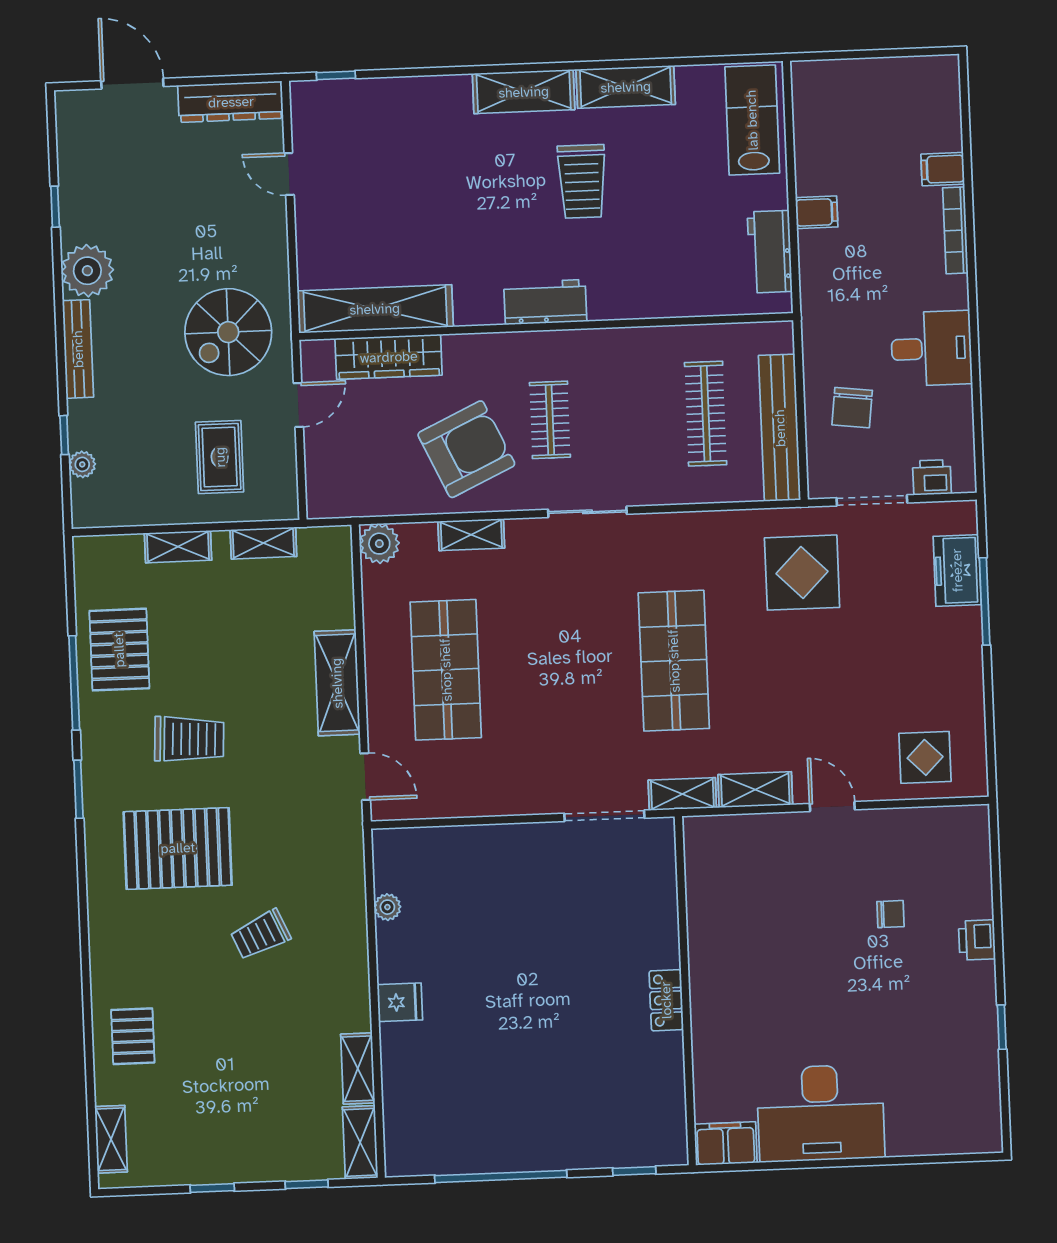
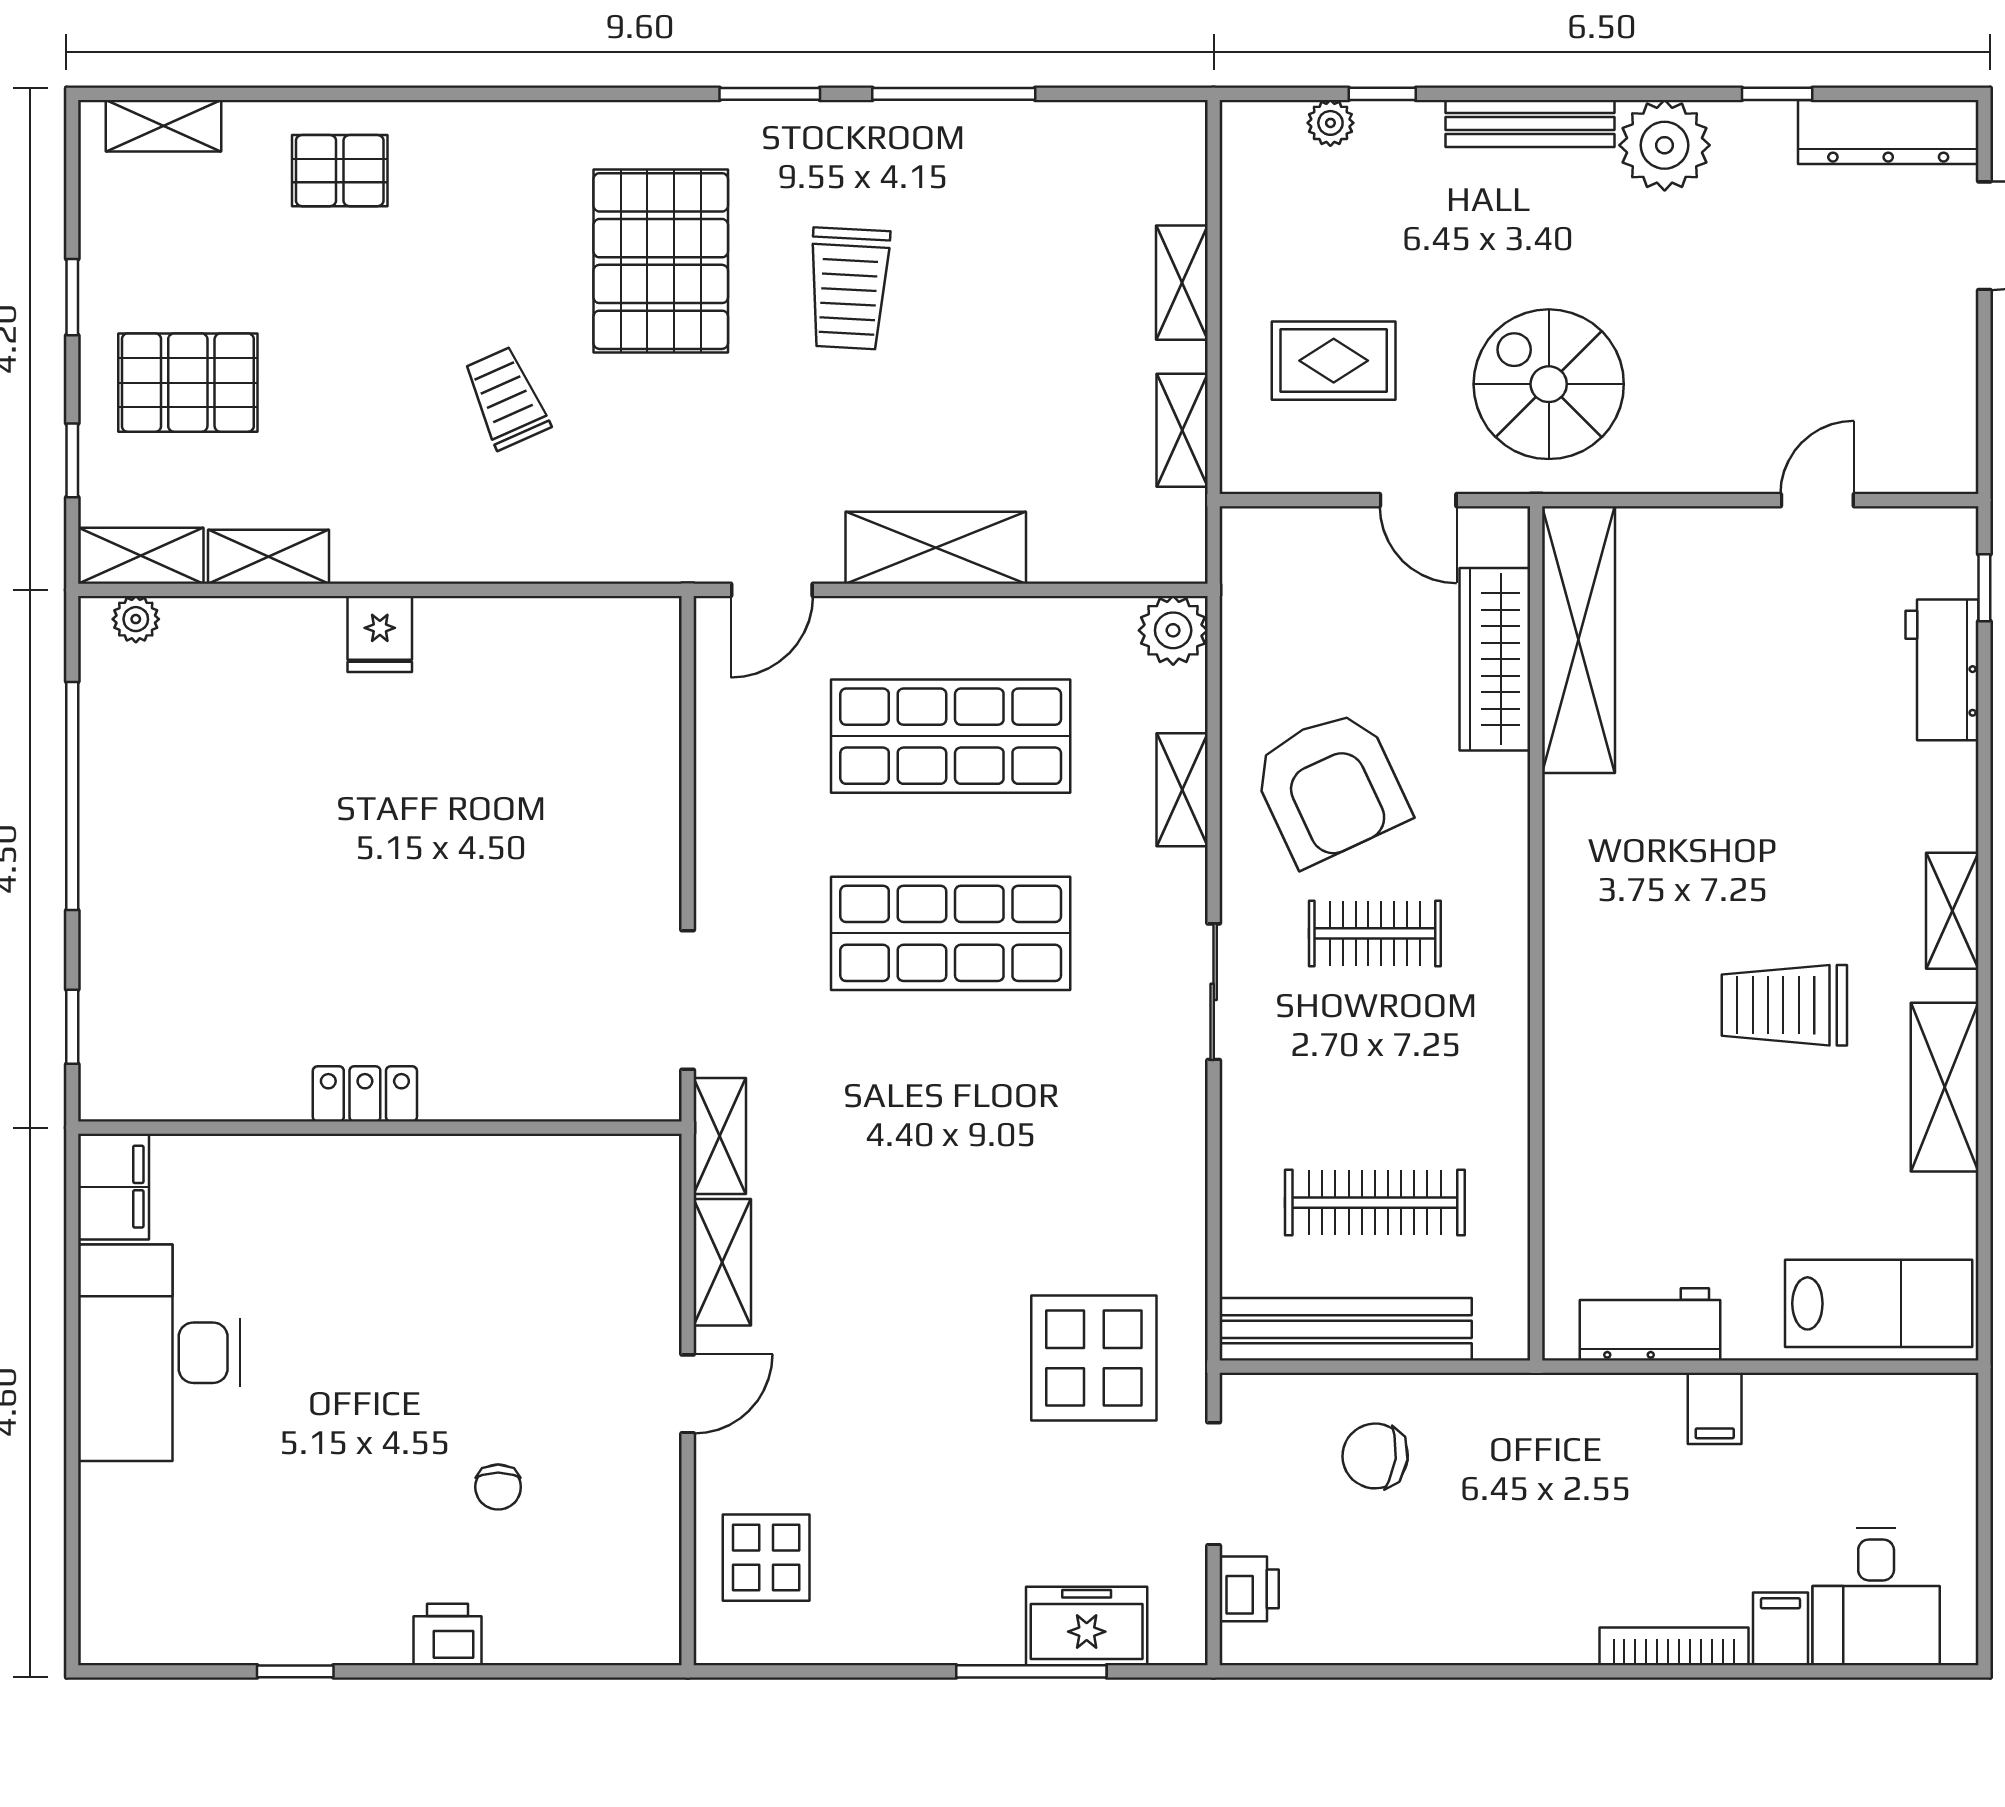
shelving: (524, 92) -> (1952, 911), width x0.67, depth x0.75
dresser: (231, 102) -> (1888, 132), moved, turned -90
workbench: (545, 302) -> (1942, 670), moved, turned 180
desk: (931, 348) -> (1876, 1597), moved
pallet: (119, 650) -> (188, 383), moved
shop shelf: (674, 661) -> (951, 933), moved
plant: (387, 907) -> (136, 619), moved

